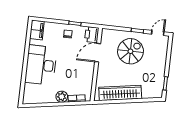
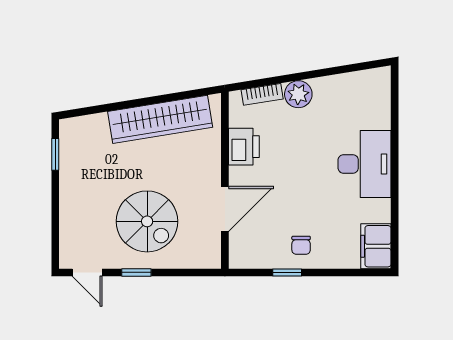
door: (158, 33) -> (87, 272), hinge flipped
printer: (92, 35) -> (244, 147), moved
spiral stairs: (130, 51) -> (147, 221), turned -90
desk: (41, 65) -> (365, 164), width x0.73, depth x0.77

